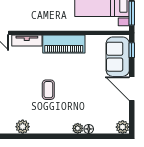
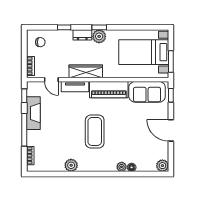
wardrobe: (39, 24) -> (86, 71), added
sofa: (118, 57) -> (147, 92), moved, turned -90
coffee table: (48, 90) -> (95, 131), width x1.86, depth x1.72

